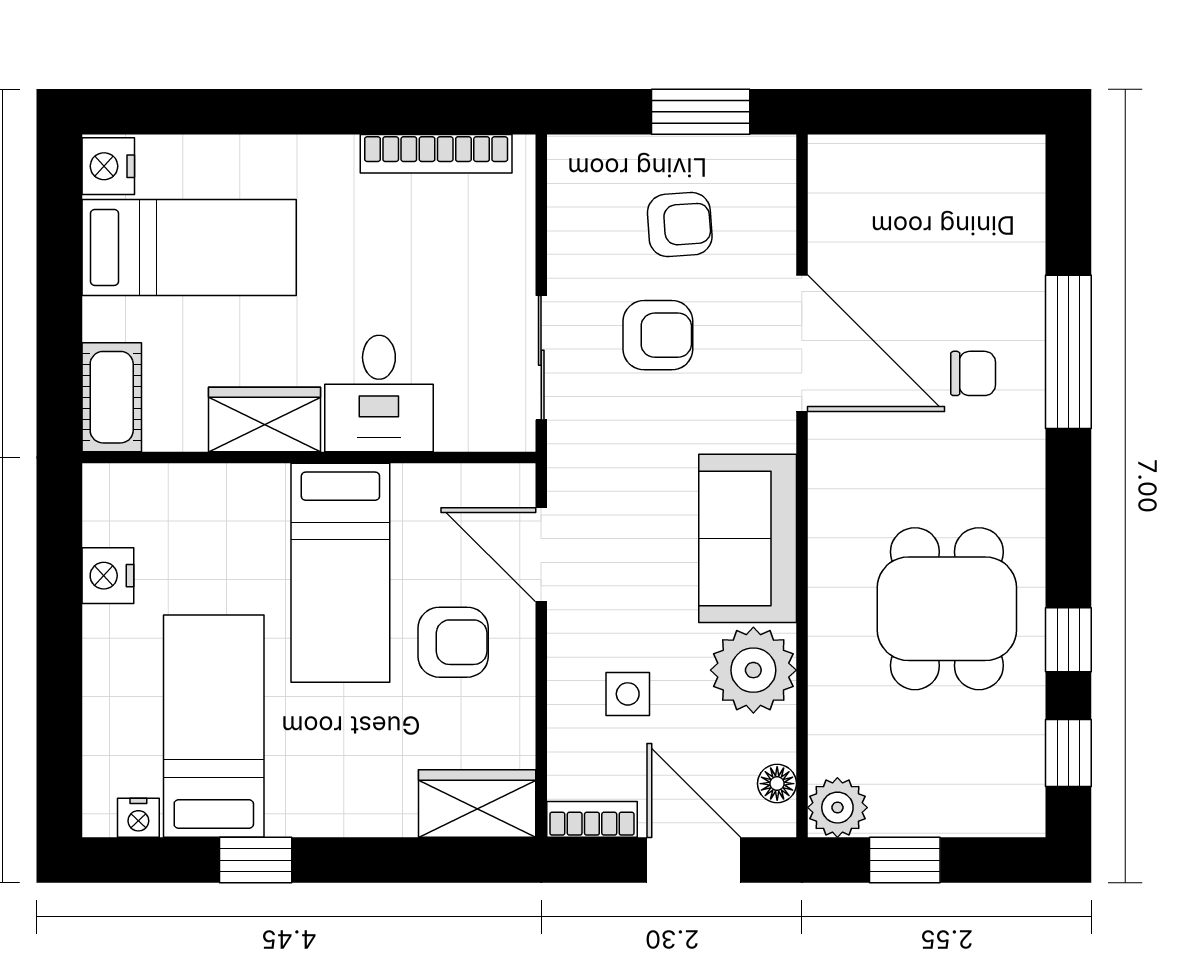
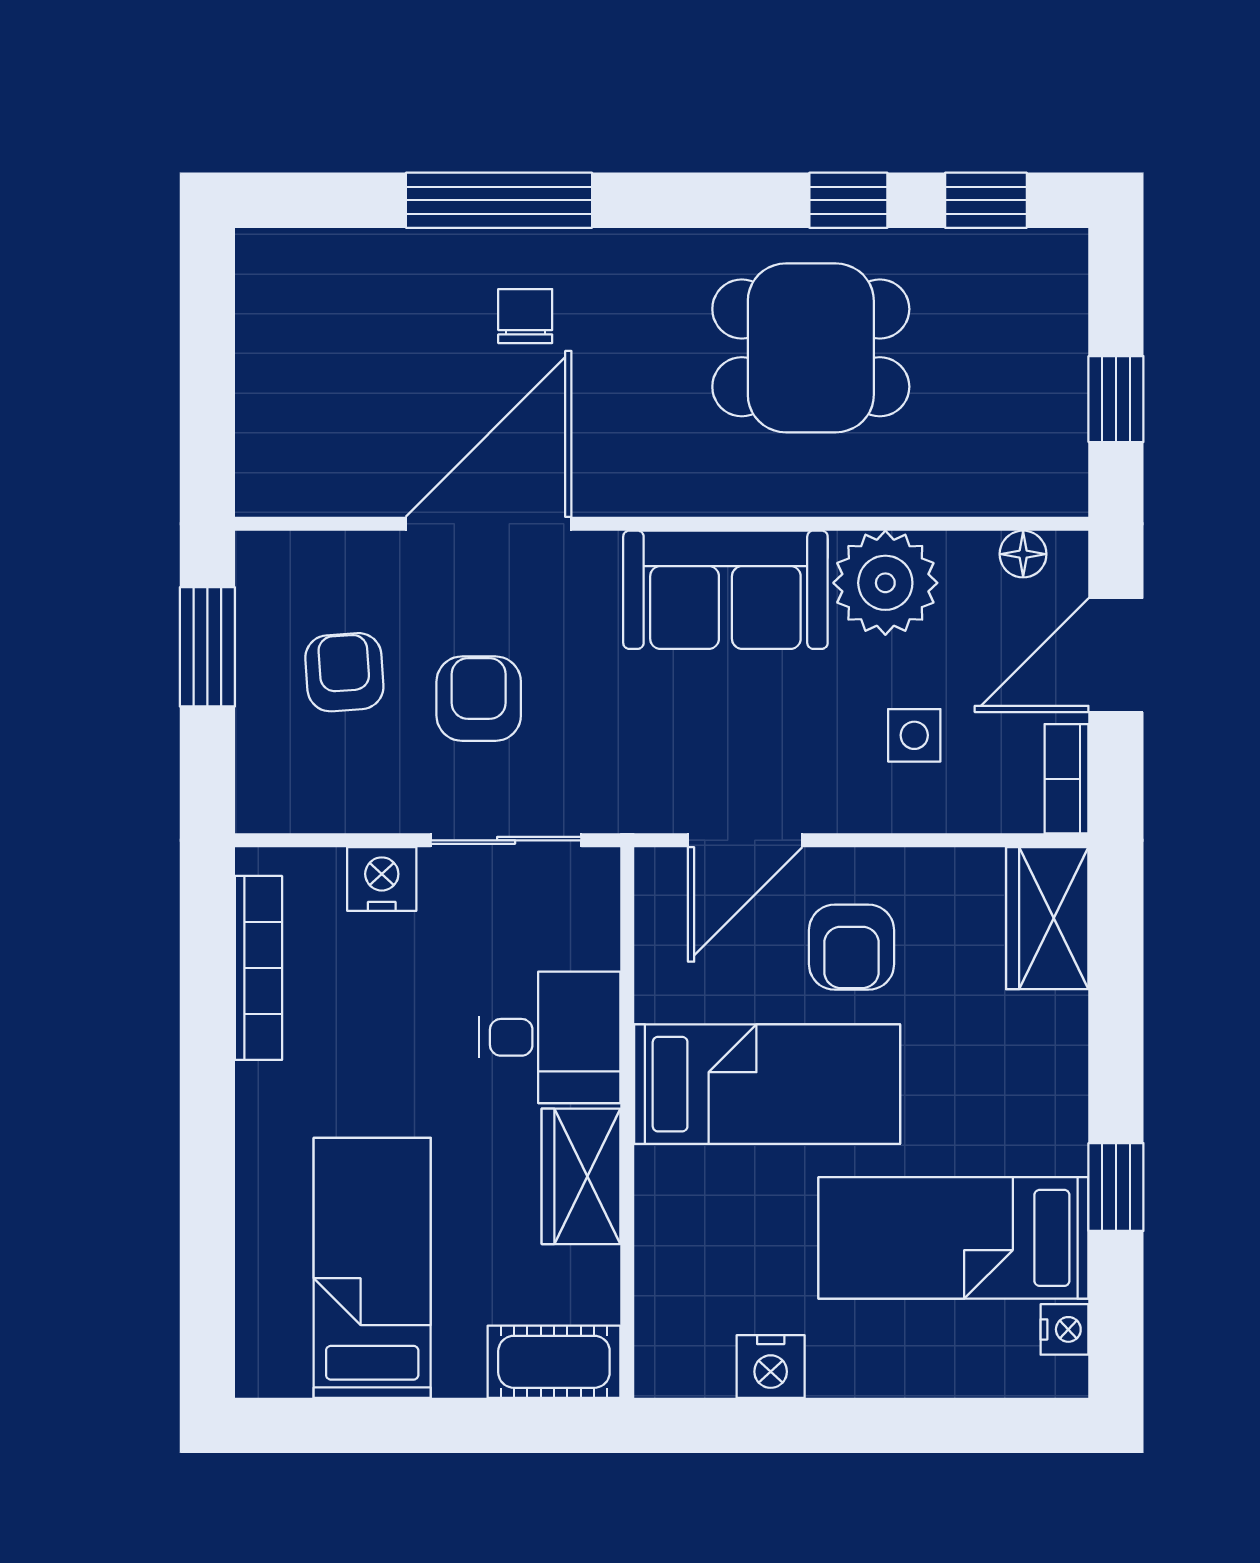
nightstand: (108, 166) -> (382, 879), moved, turned 180
armchair: (453, 642) -> (852, 947), turned 180
plant: (837, 808) -> (1052, 481), removed

